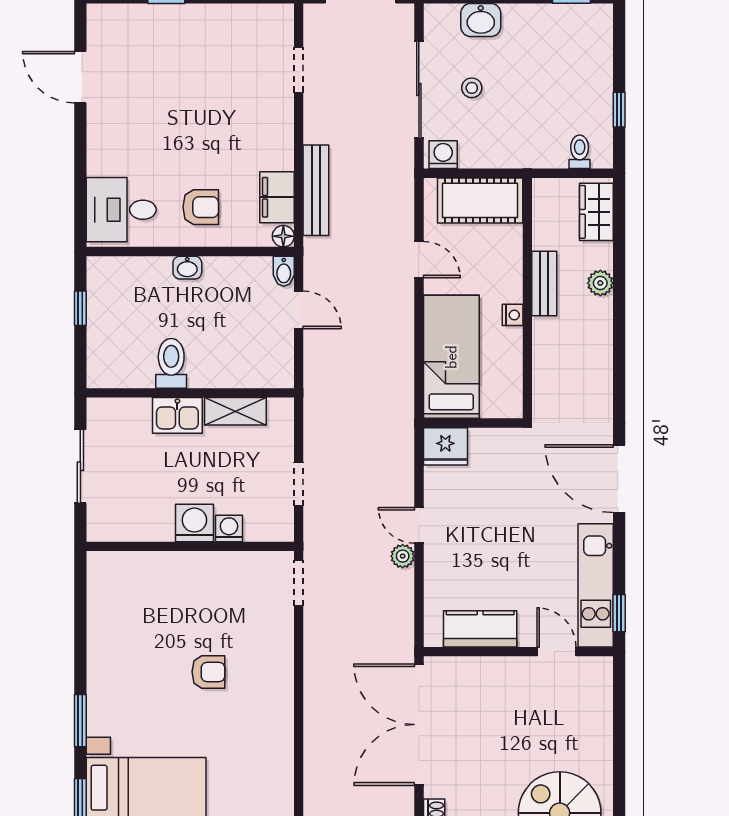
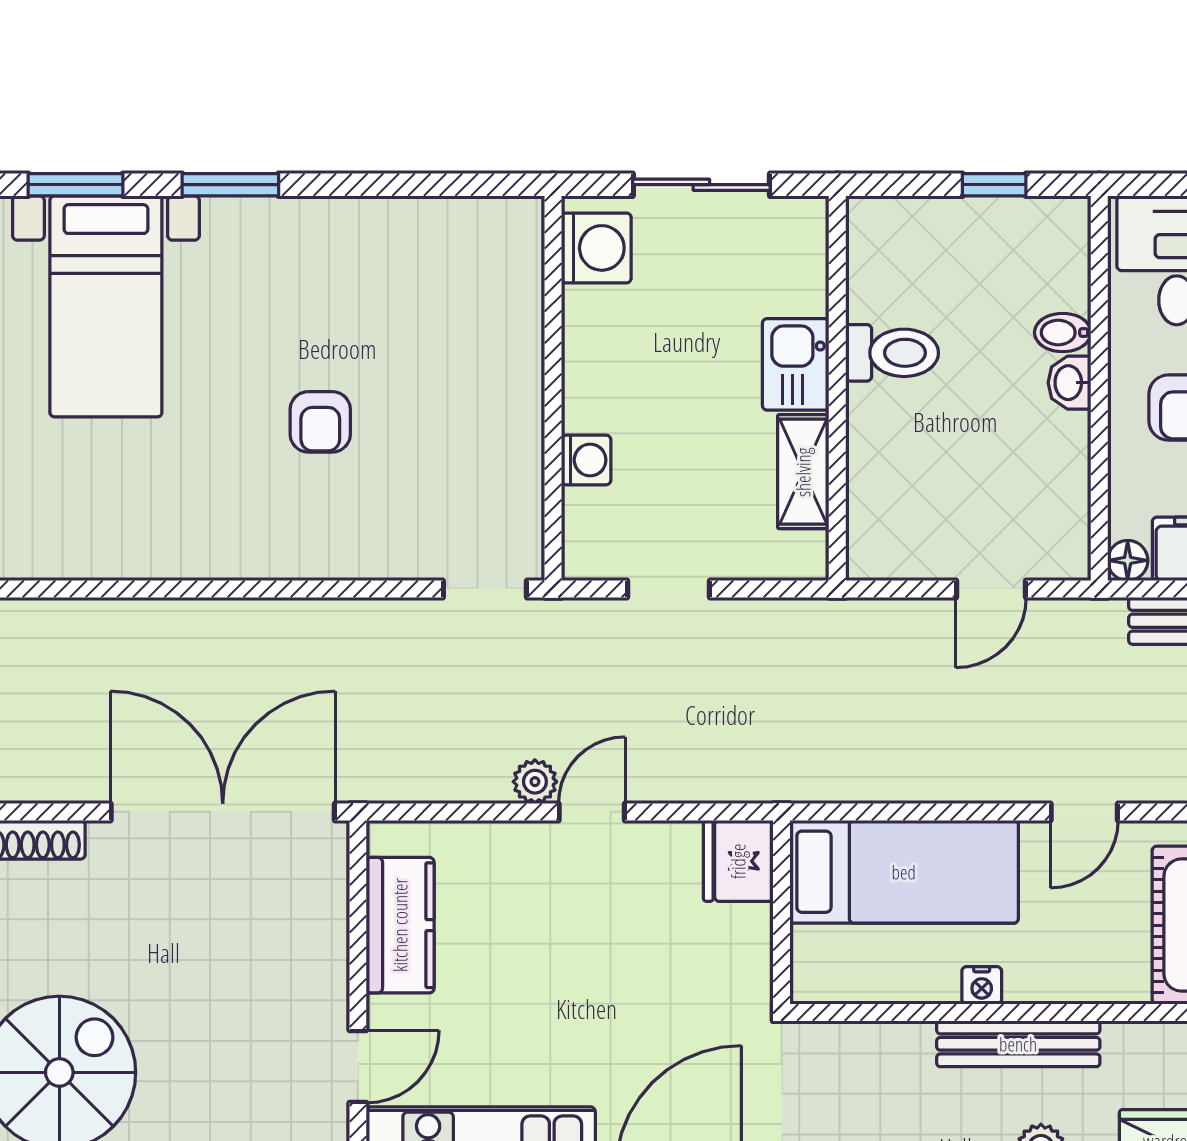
bidet: (284, 271) -> (1063, 333), moved
bench: (544, 283) -> (1018, 1044), width x1.36
washing machine: (194, 523) -> (596, 248), moved

